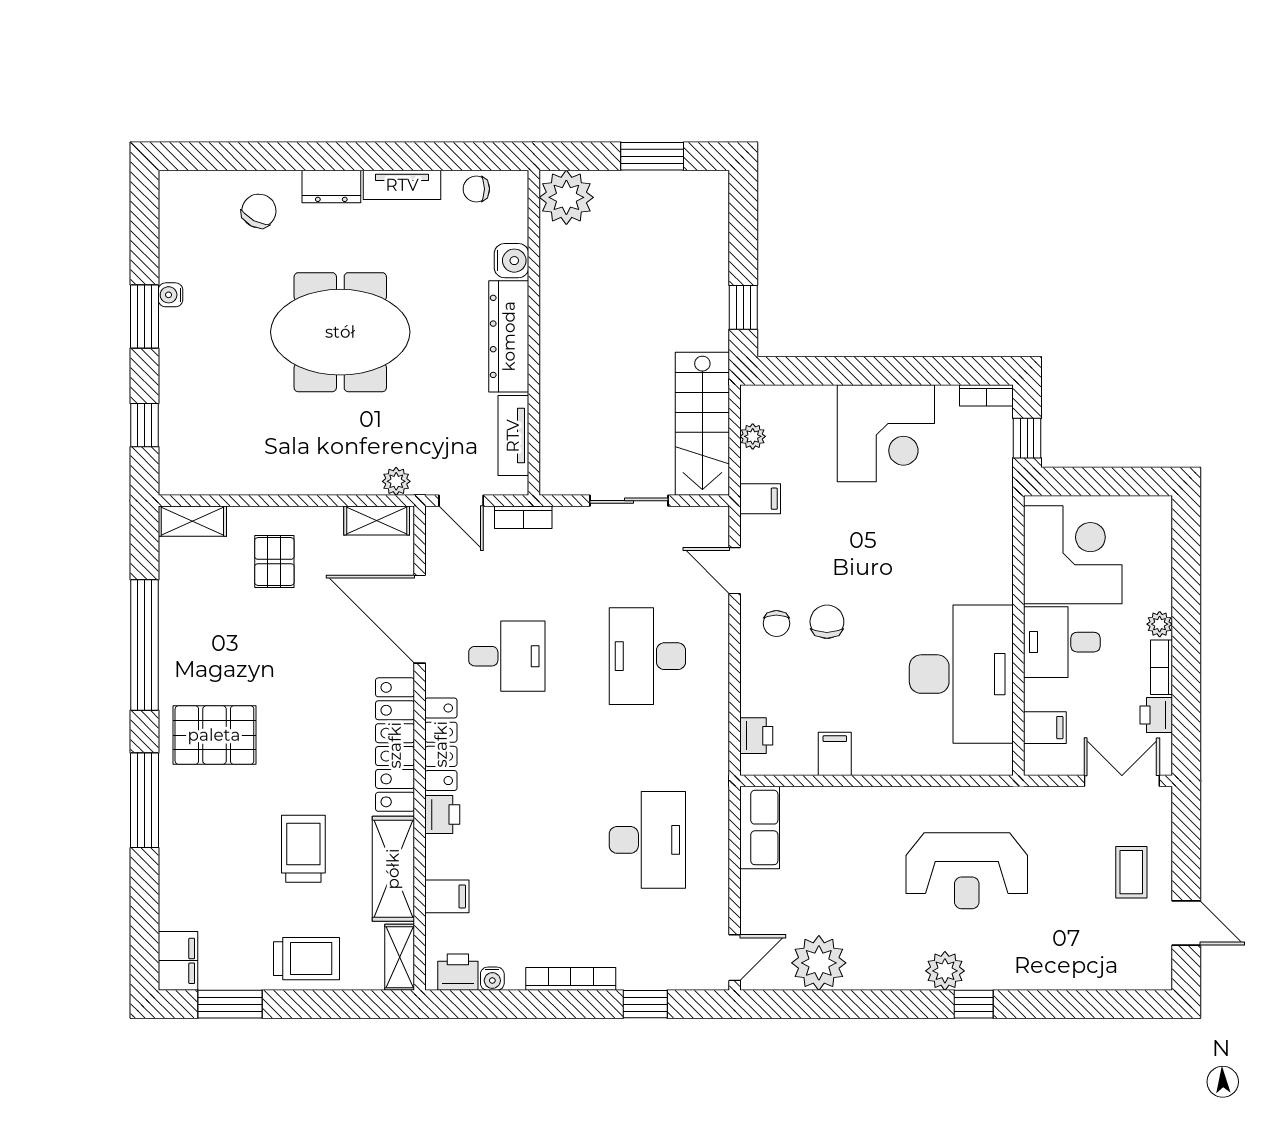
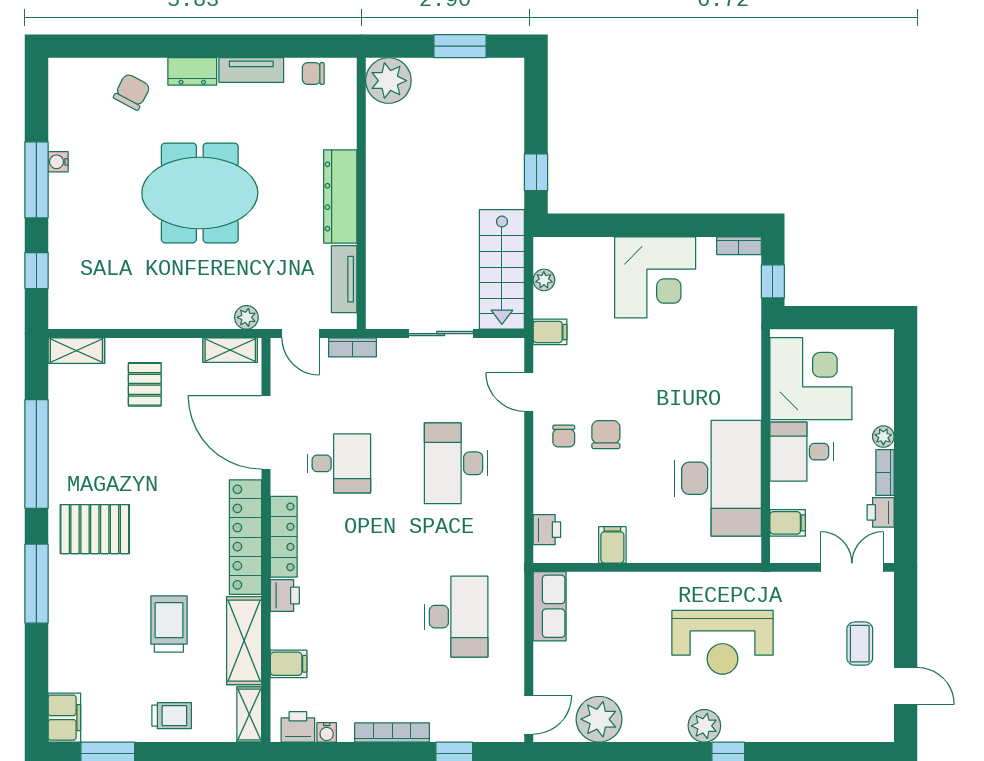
water cooler: (512, 261) -> (343, 133), removed
window: (145, 316) -> (36, 180), width x1.44
trolley: (307, 959) -> (172, 716), width x0.73, depth x0.72

